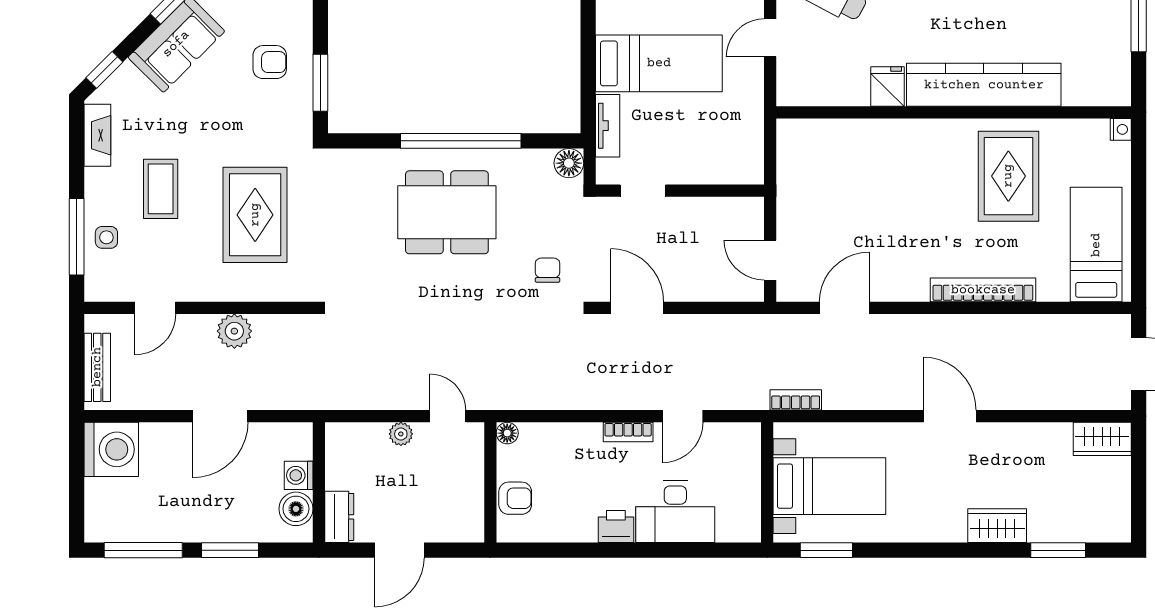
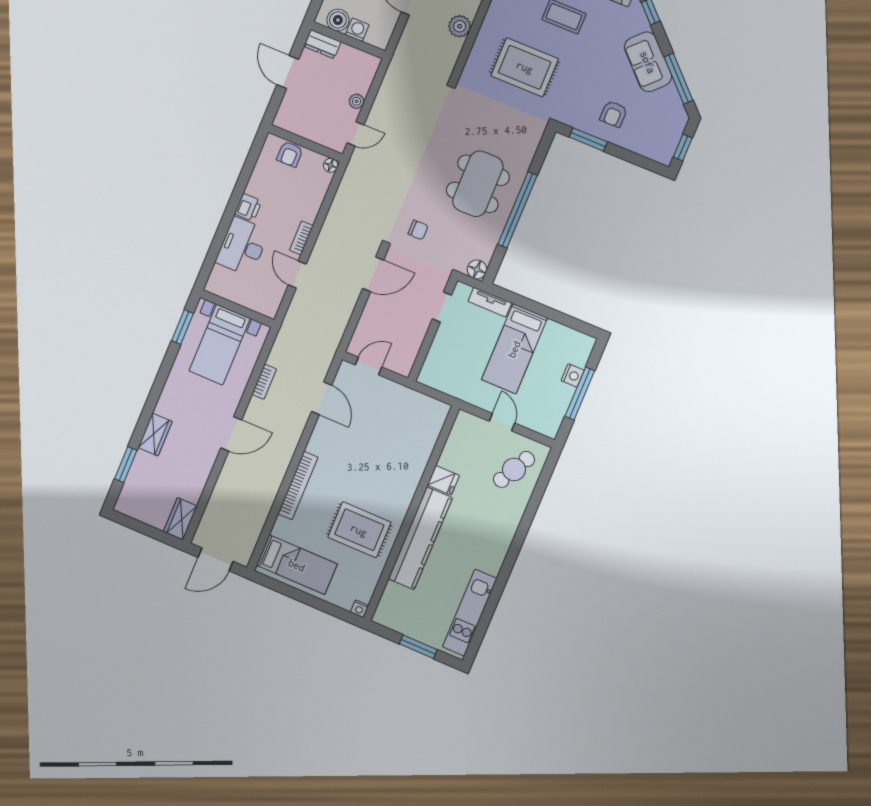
bookcase: (796, 400) -> (264, 382), moved

